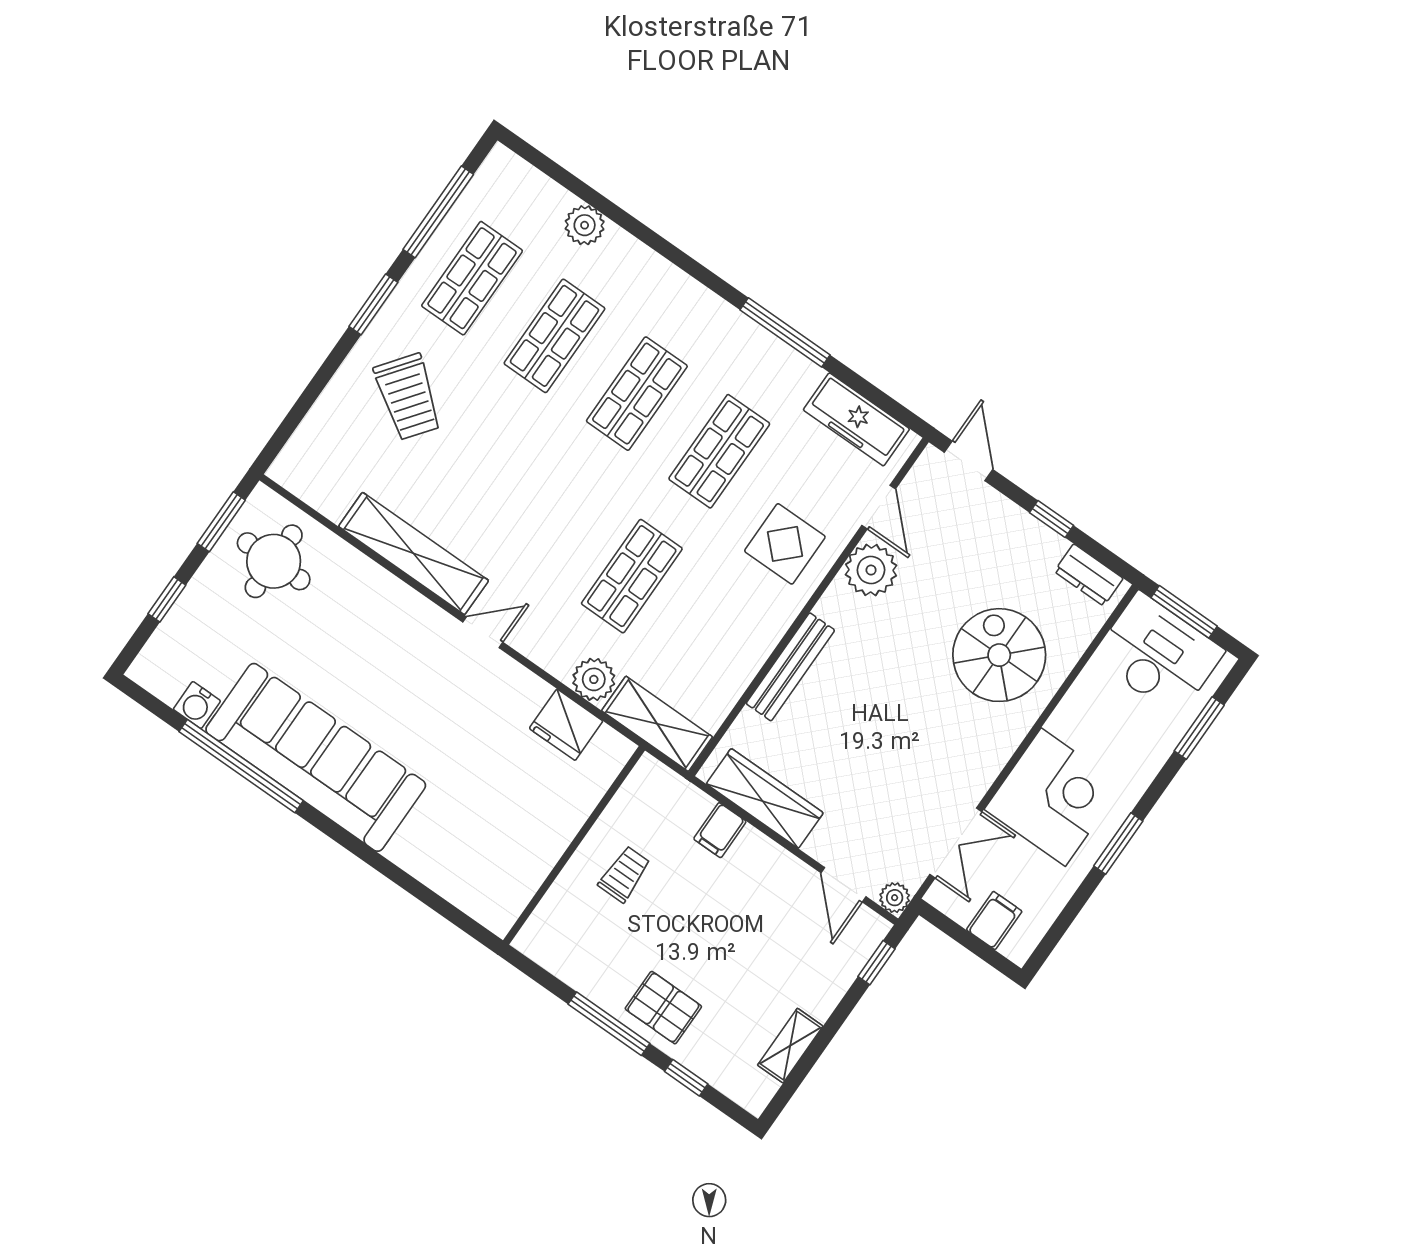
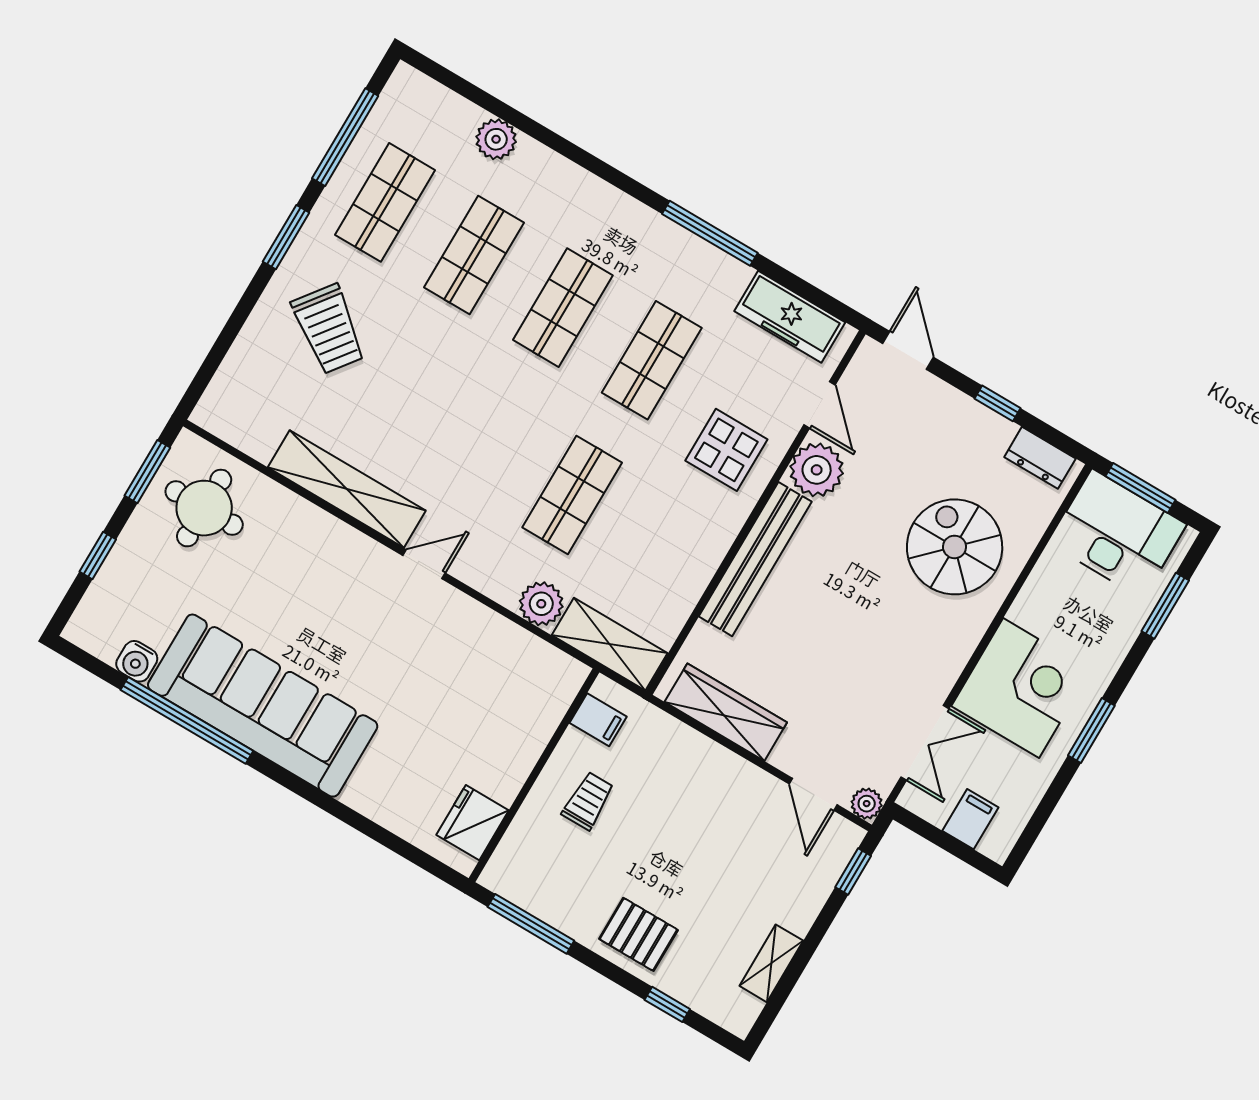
bench: (790, 667) -> (755, 559), width x1.37, depth x1.21
fridge: (566, 725) -> (473, 823), moved, turned 90
filing cabinet: (720, 830) -> (598, 720), moved, turned -90
window: (609, 1024) -> (531, 924), moved

